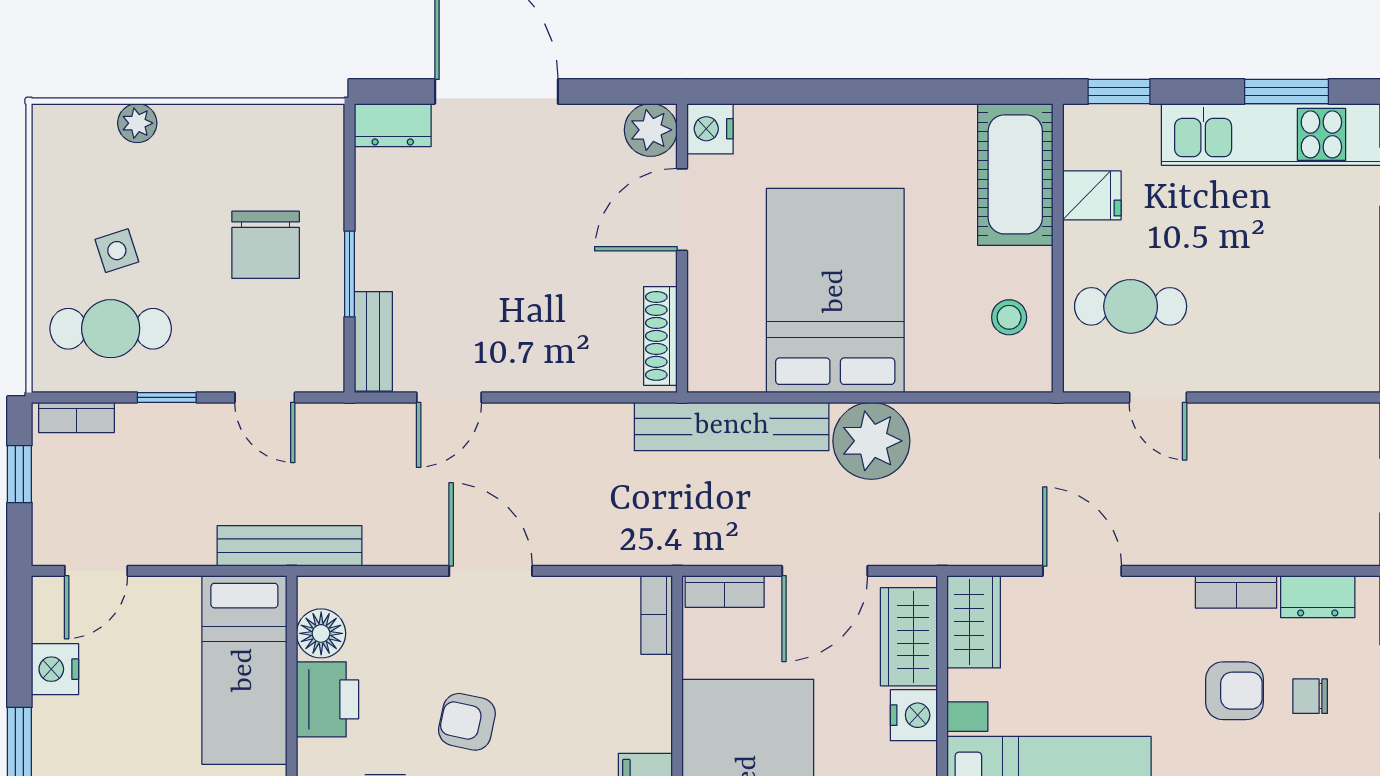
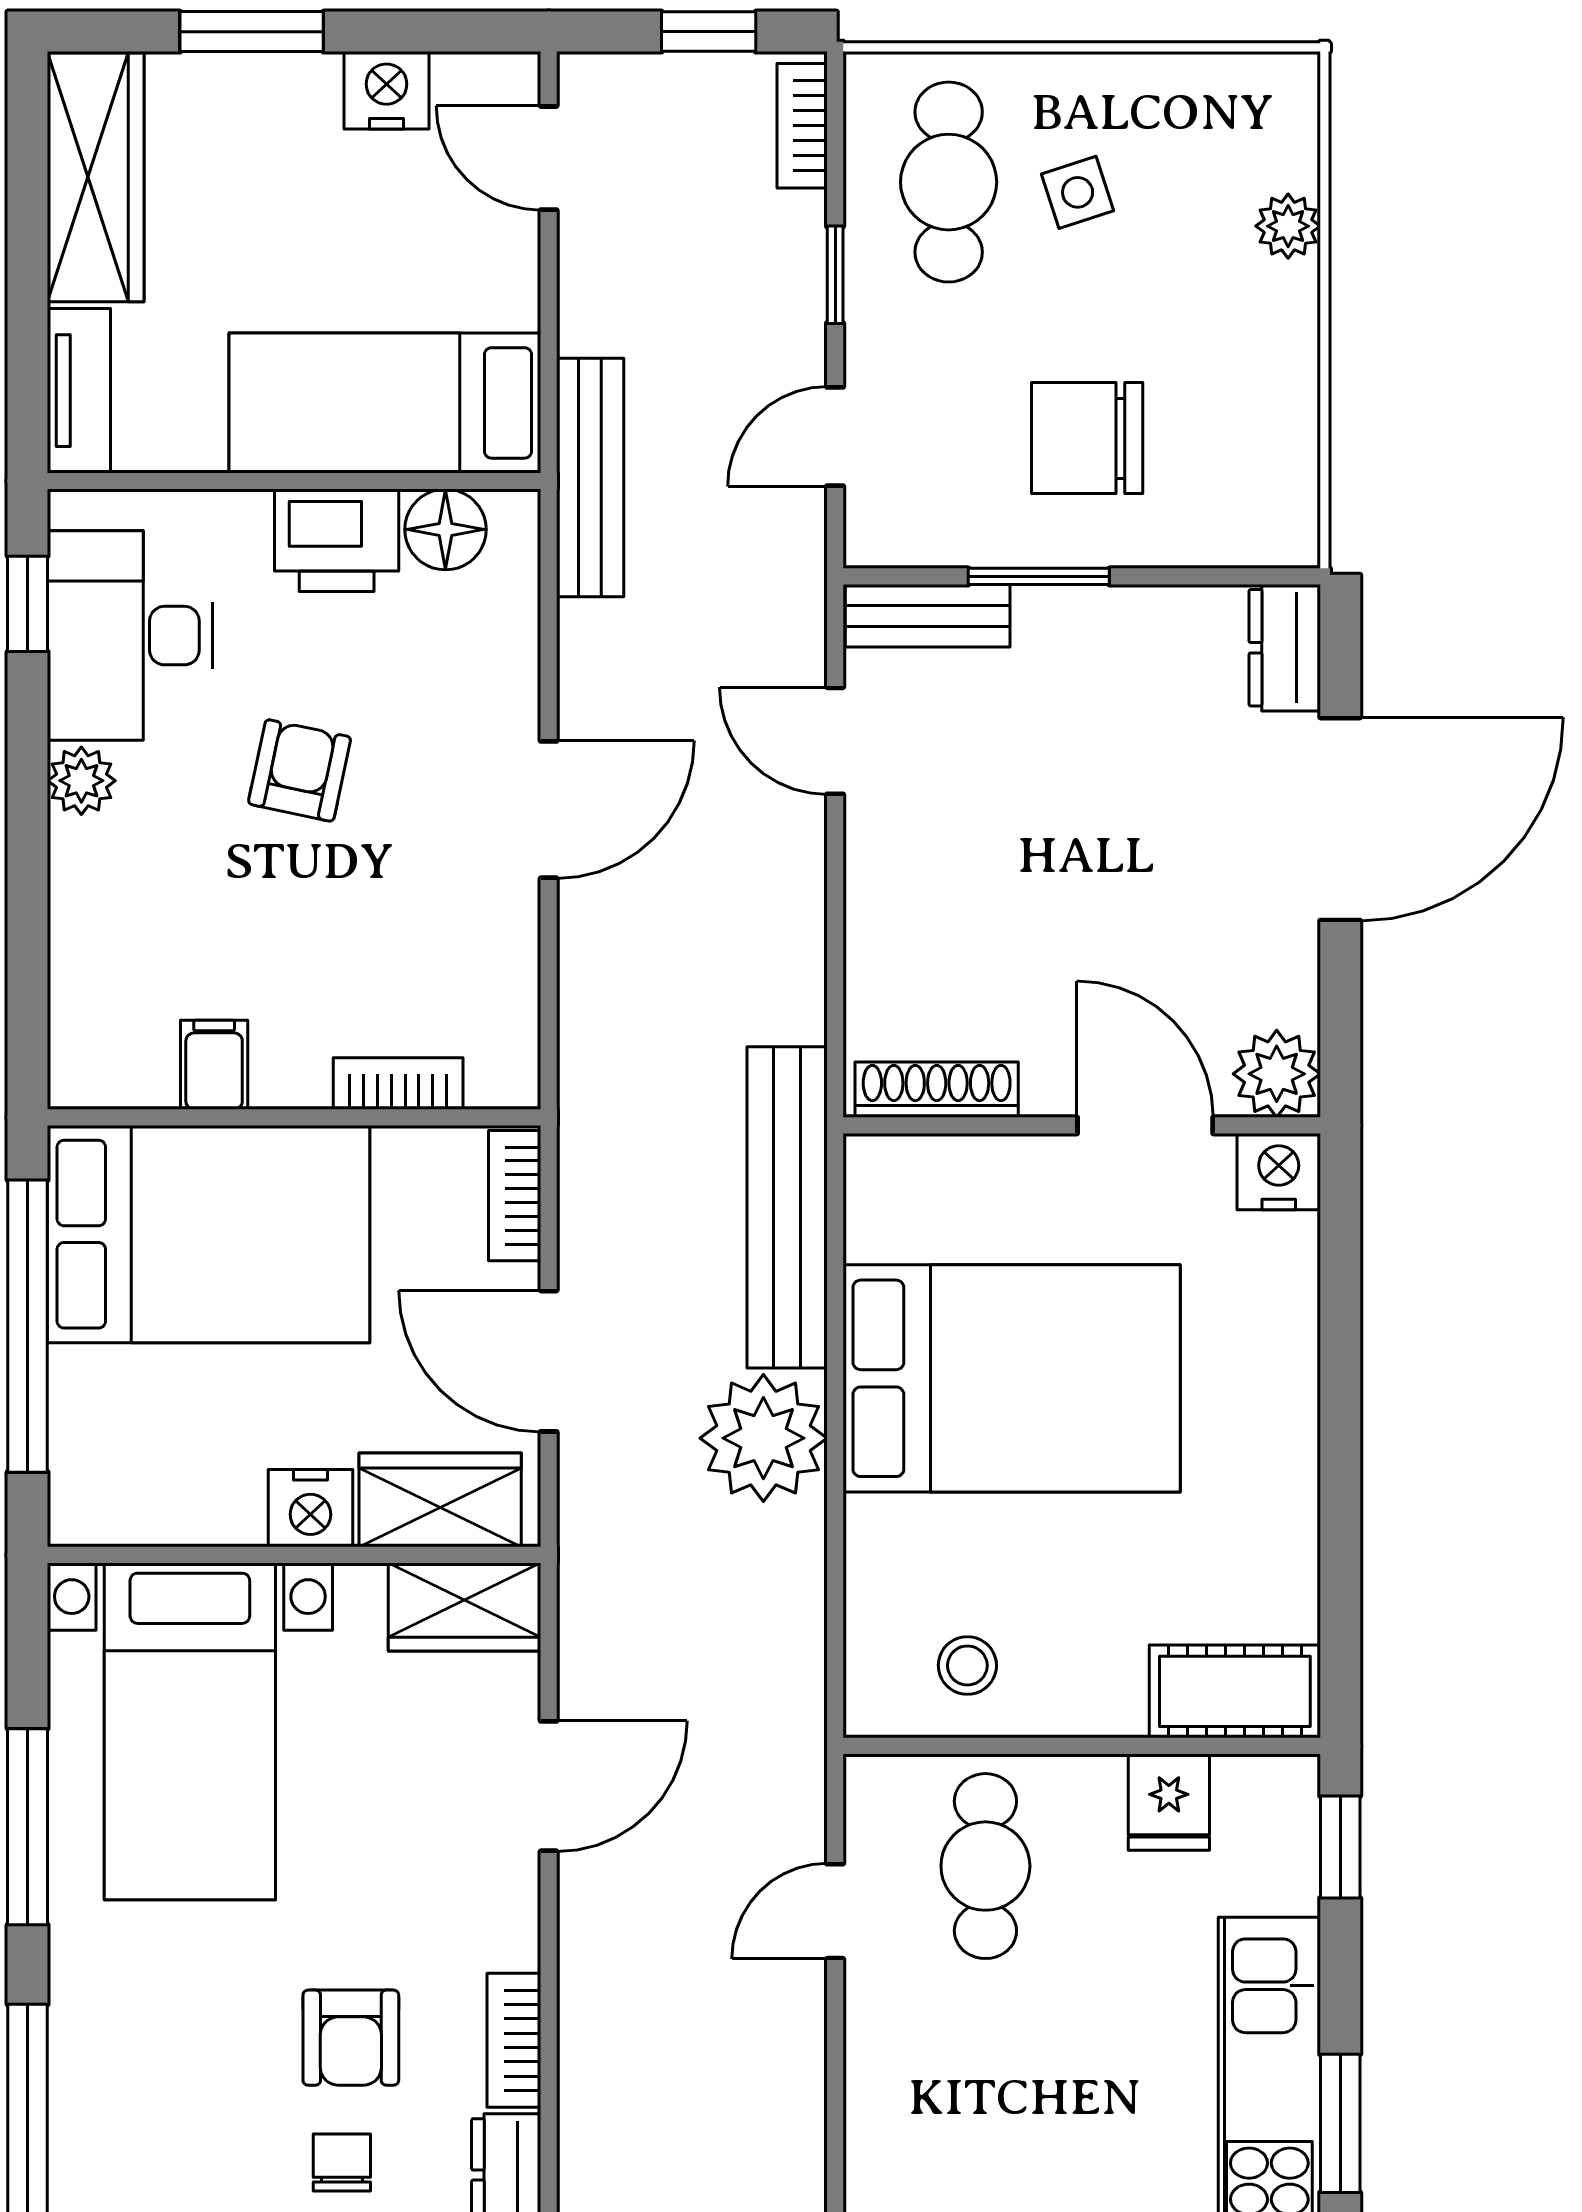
cot: (1015, 174) -> (1235, 1691), width x0.73, depth x0.75
bookcase: (657, 615) -> (398, 1084), moved

